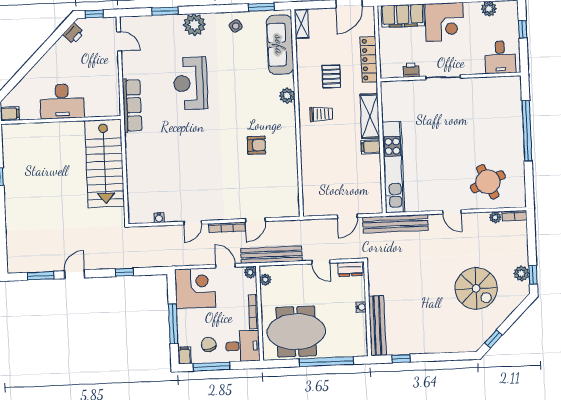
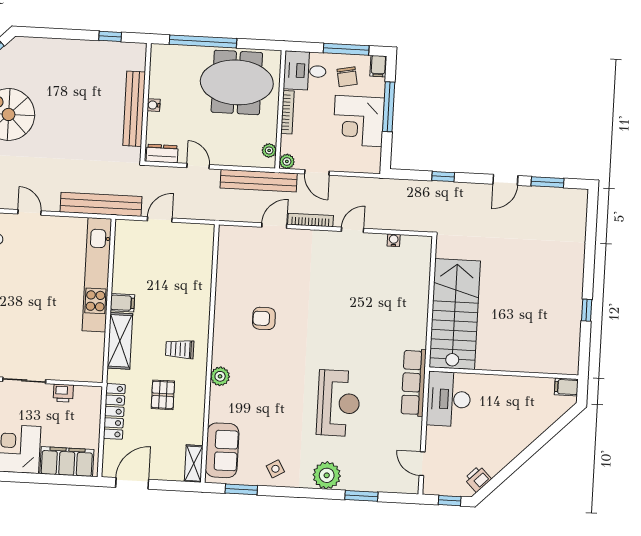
sofa: (280, 45) -> (222, 450), width x0.73
desk: (62, 101) -> (449, 399), moved, turned -90
corner desk: (195, 288) -> (359, 121), moved
bench: (377, 326) -> (134, 109), moved

